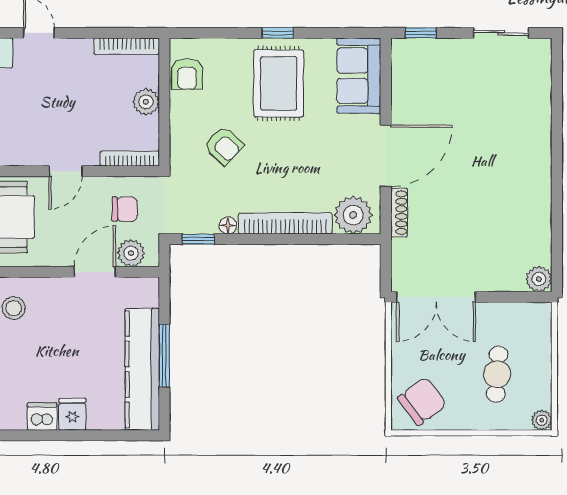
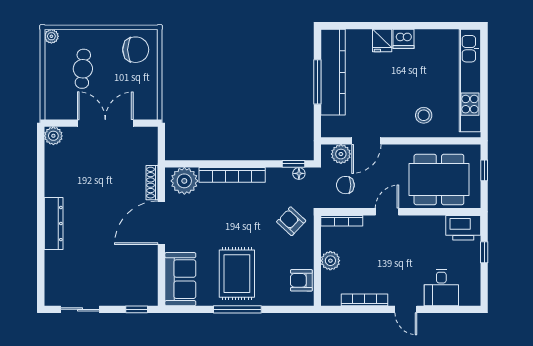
window: (278, 33) -> (237, 309), width x2.17
bookcase: (127, 46) -> (364, 300), moved
armchair: (187, 74) -> (301, 280), turned -90
armchair: (224, 146) -> (291, 221), moved
dresser: (539, 155) -> (54, 224), added
floor lamp: (228, 226) -> (299, 173), moved
double door: (436, 297) -> (105, 123), moved
chair: (422, 401) -> (136, 50), turned -143

